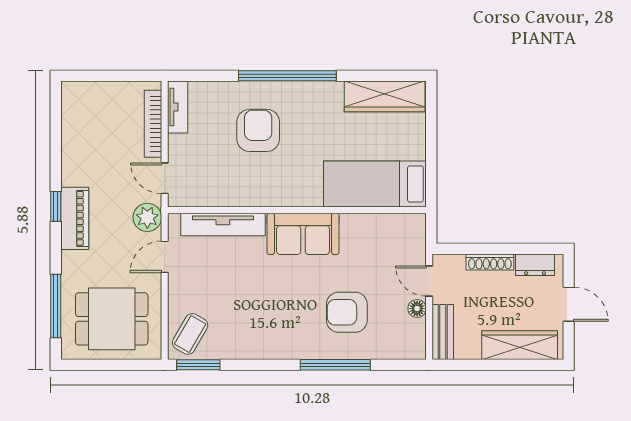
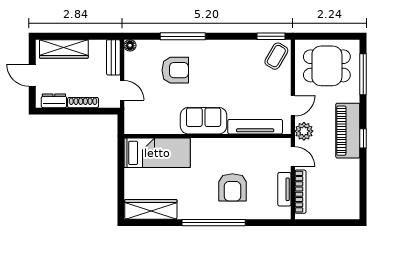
tv unit: (178, 107) -> (284, 189), moved
piano: (75, 218) -> (348, 131), width x1.37, depth x1.33
floor lamp: (417, 308) -> (130, 45), moved

